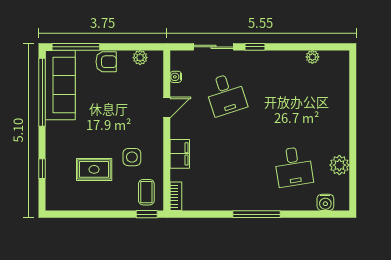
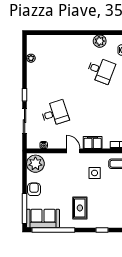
plant: (140, 58) -> (35, 164), width x1.88, depth x1.88
sofa: (60, 85) -> (43, 218), width x0.73
door: (167, 108) -> (73, 151), moved
desk: (294, 167) -> (101, 70), turned 30
rug: (94, 169) -> (80, 208), moved

